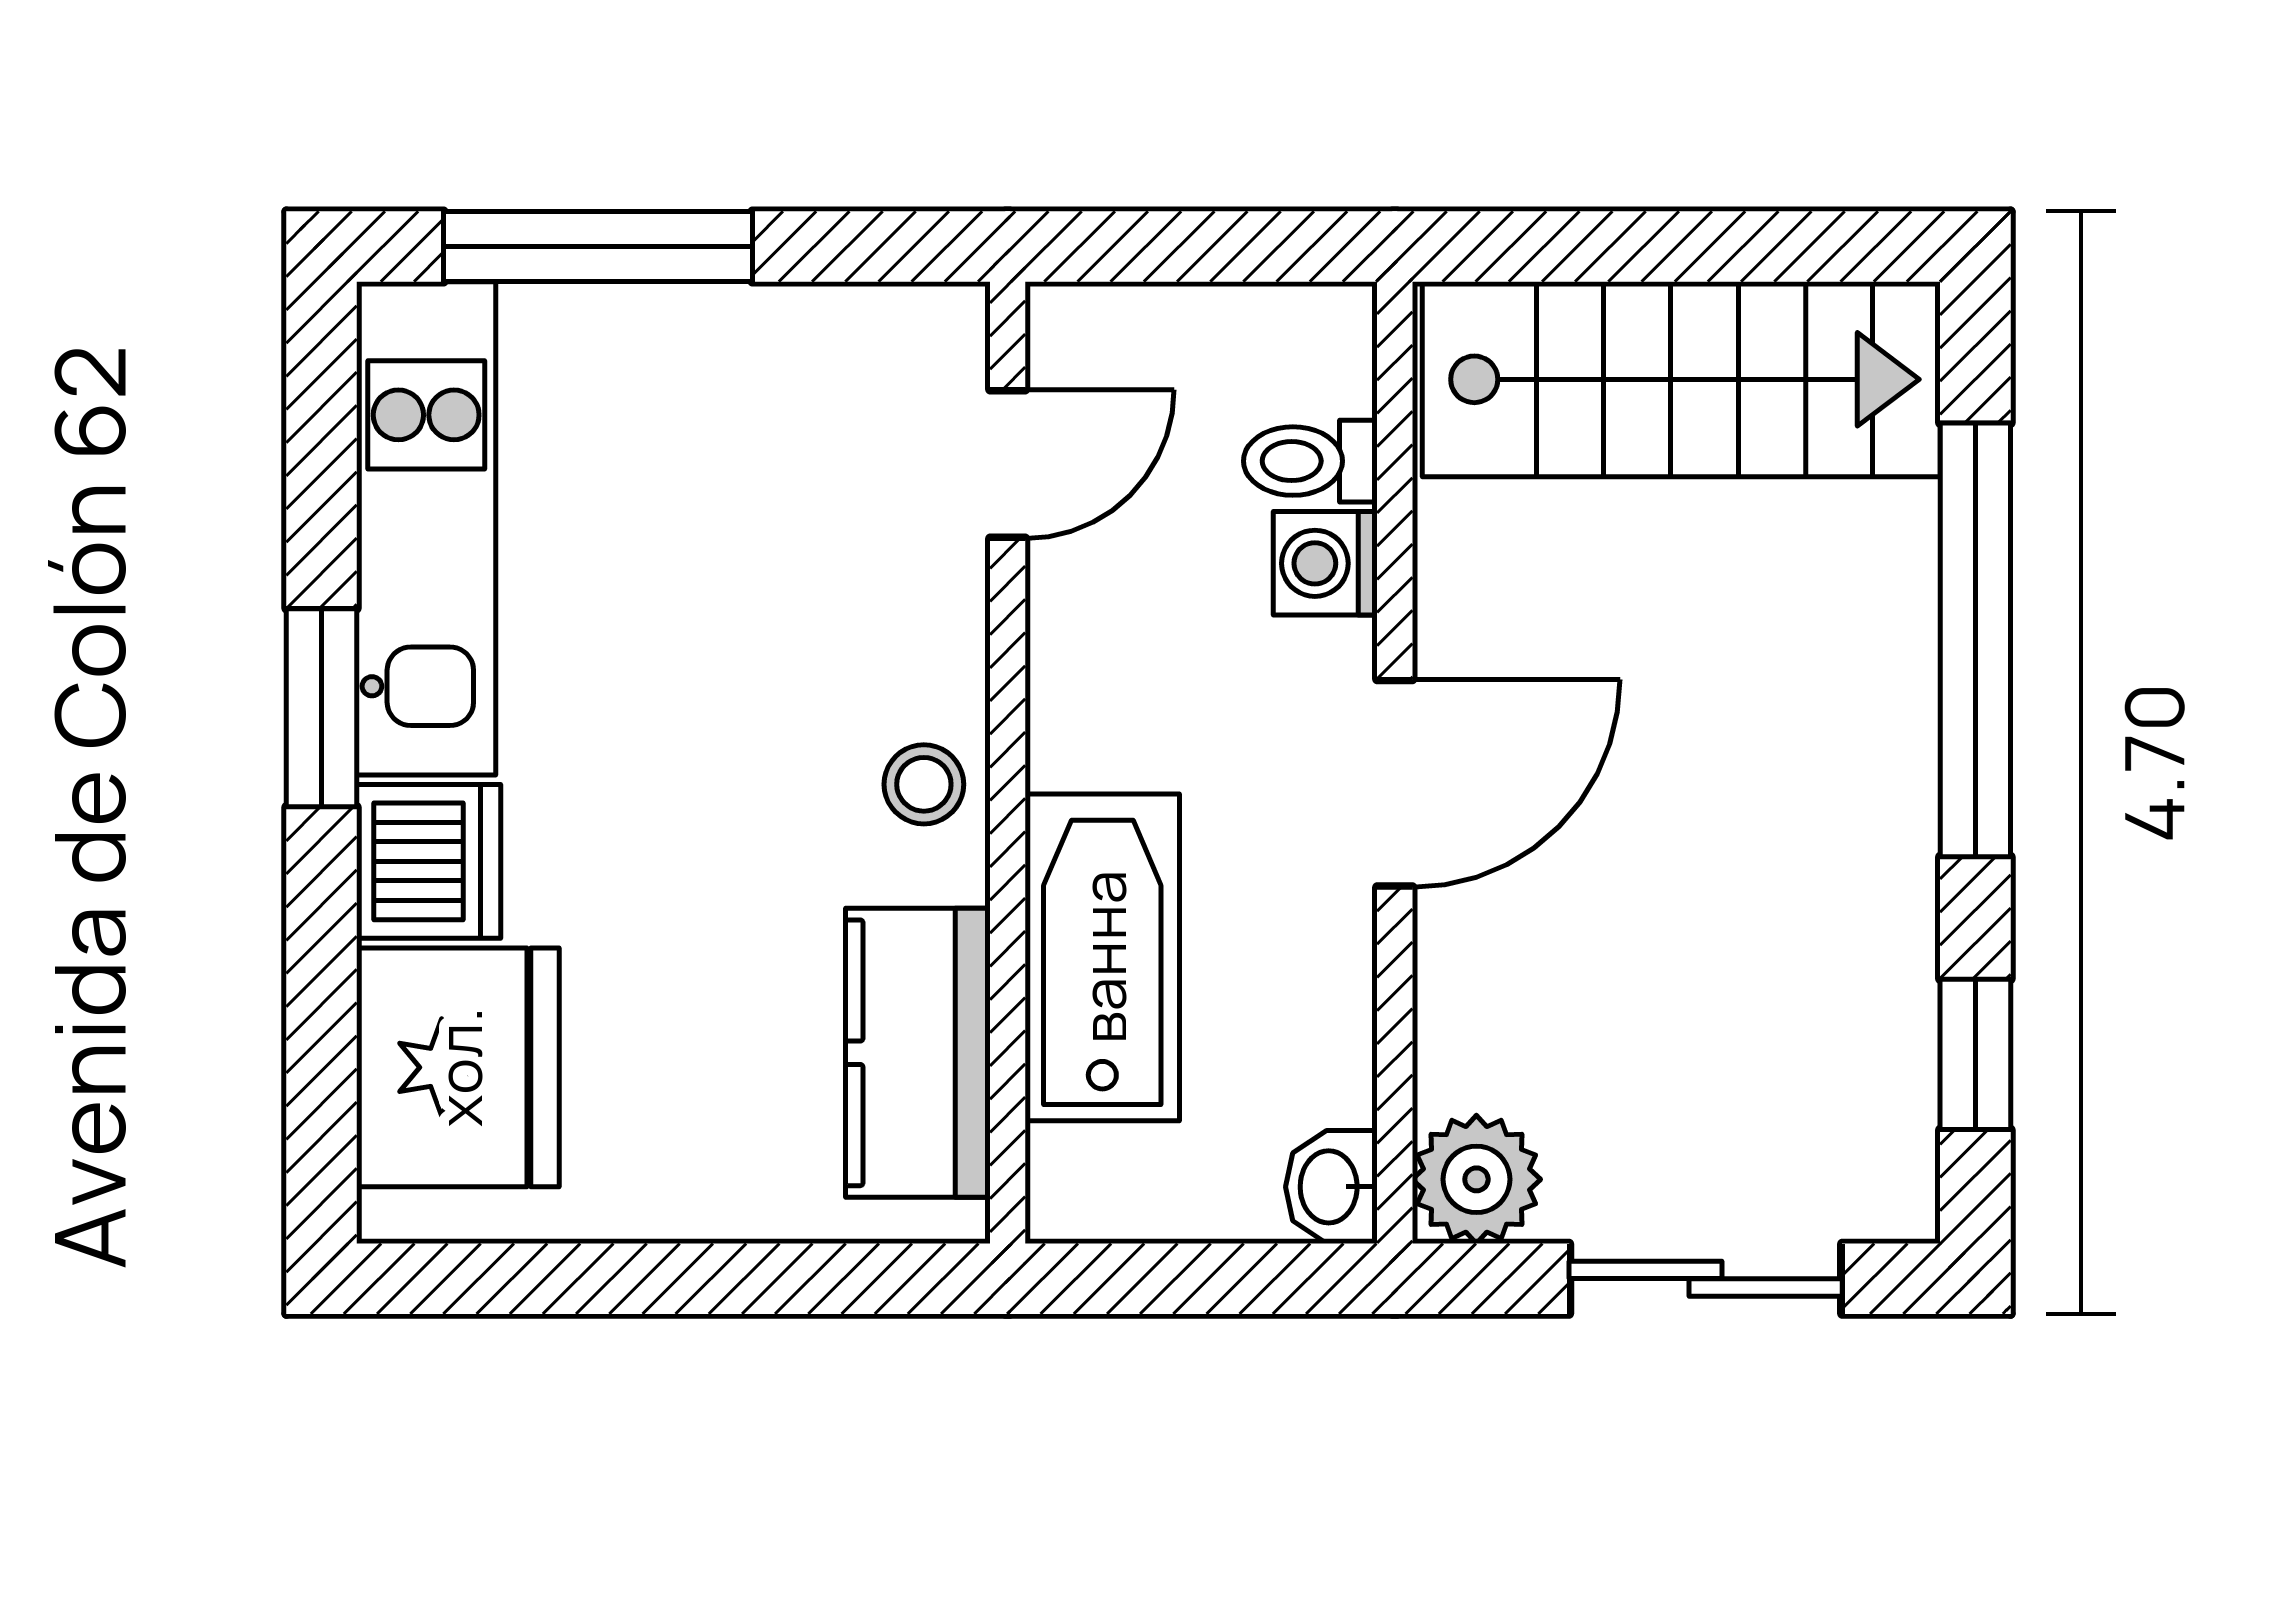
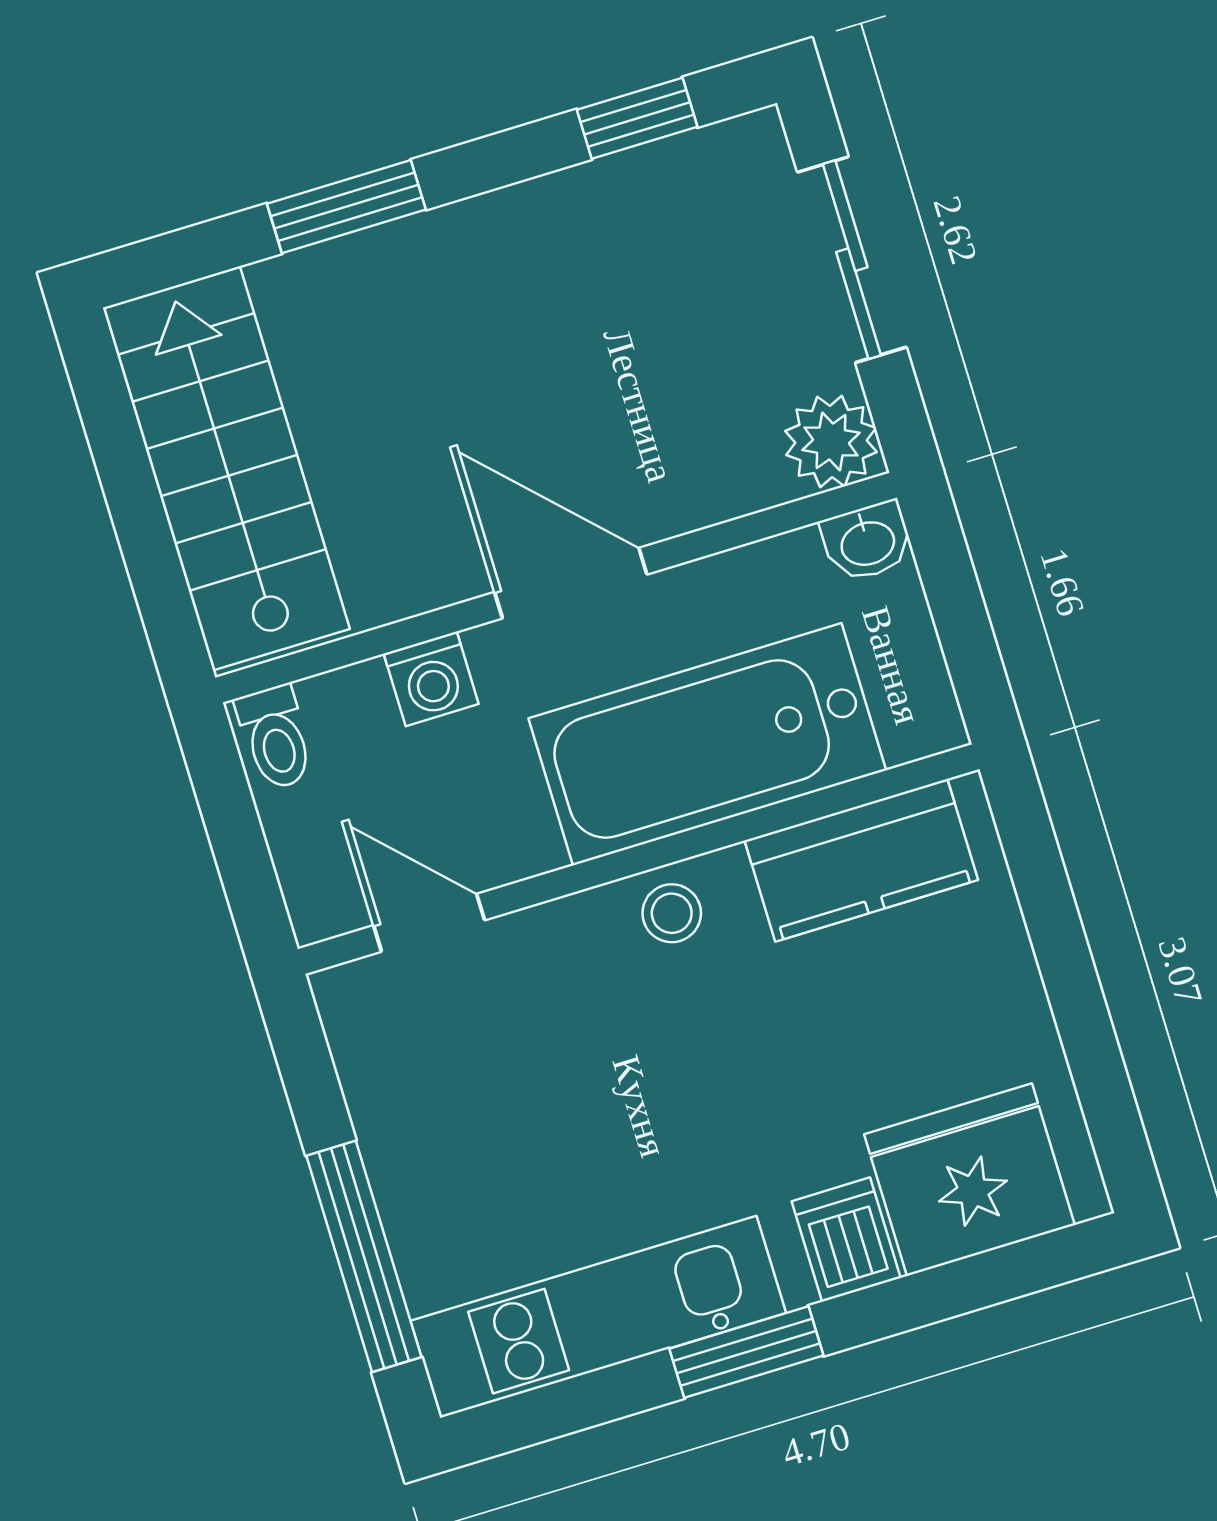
toilet: (1310, 461) -> (275, 738), moved
window: (1975, 640) -> (346, 207), width x0.47
dishwasher: (429, 861) -> (846, 1240), width x0.73
bathtub: (1102, 957) -> (707, 744), width x1.36, depth x1.36

